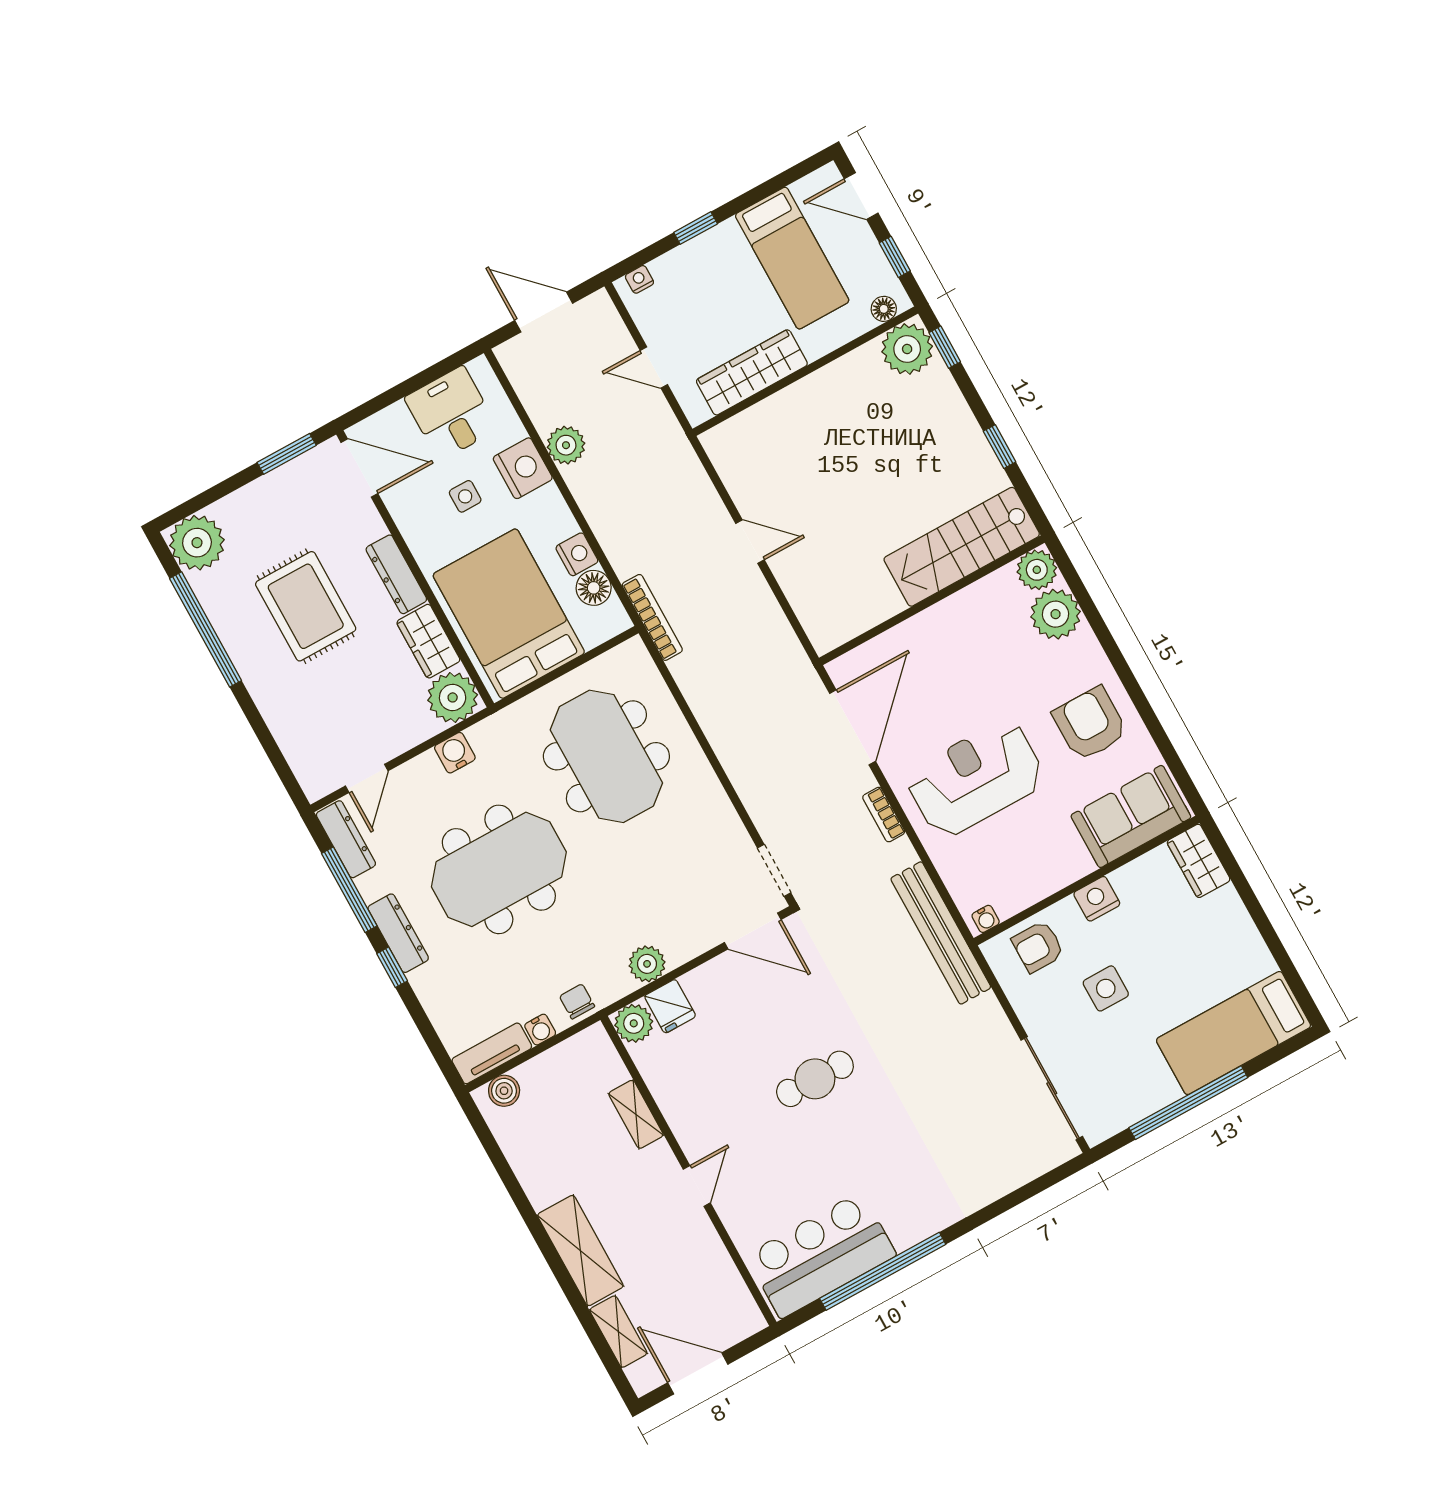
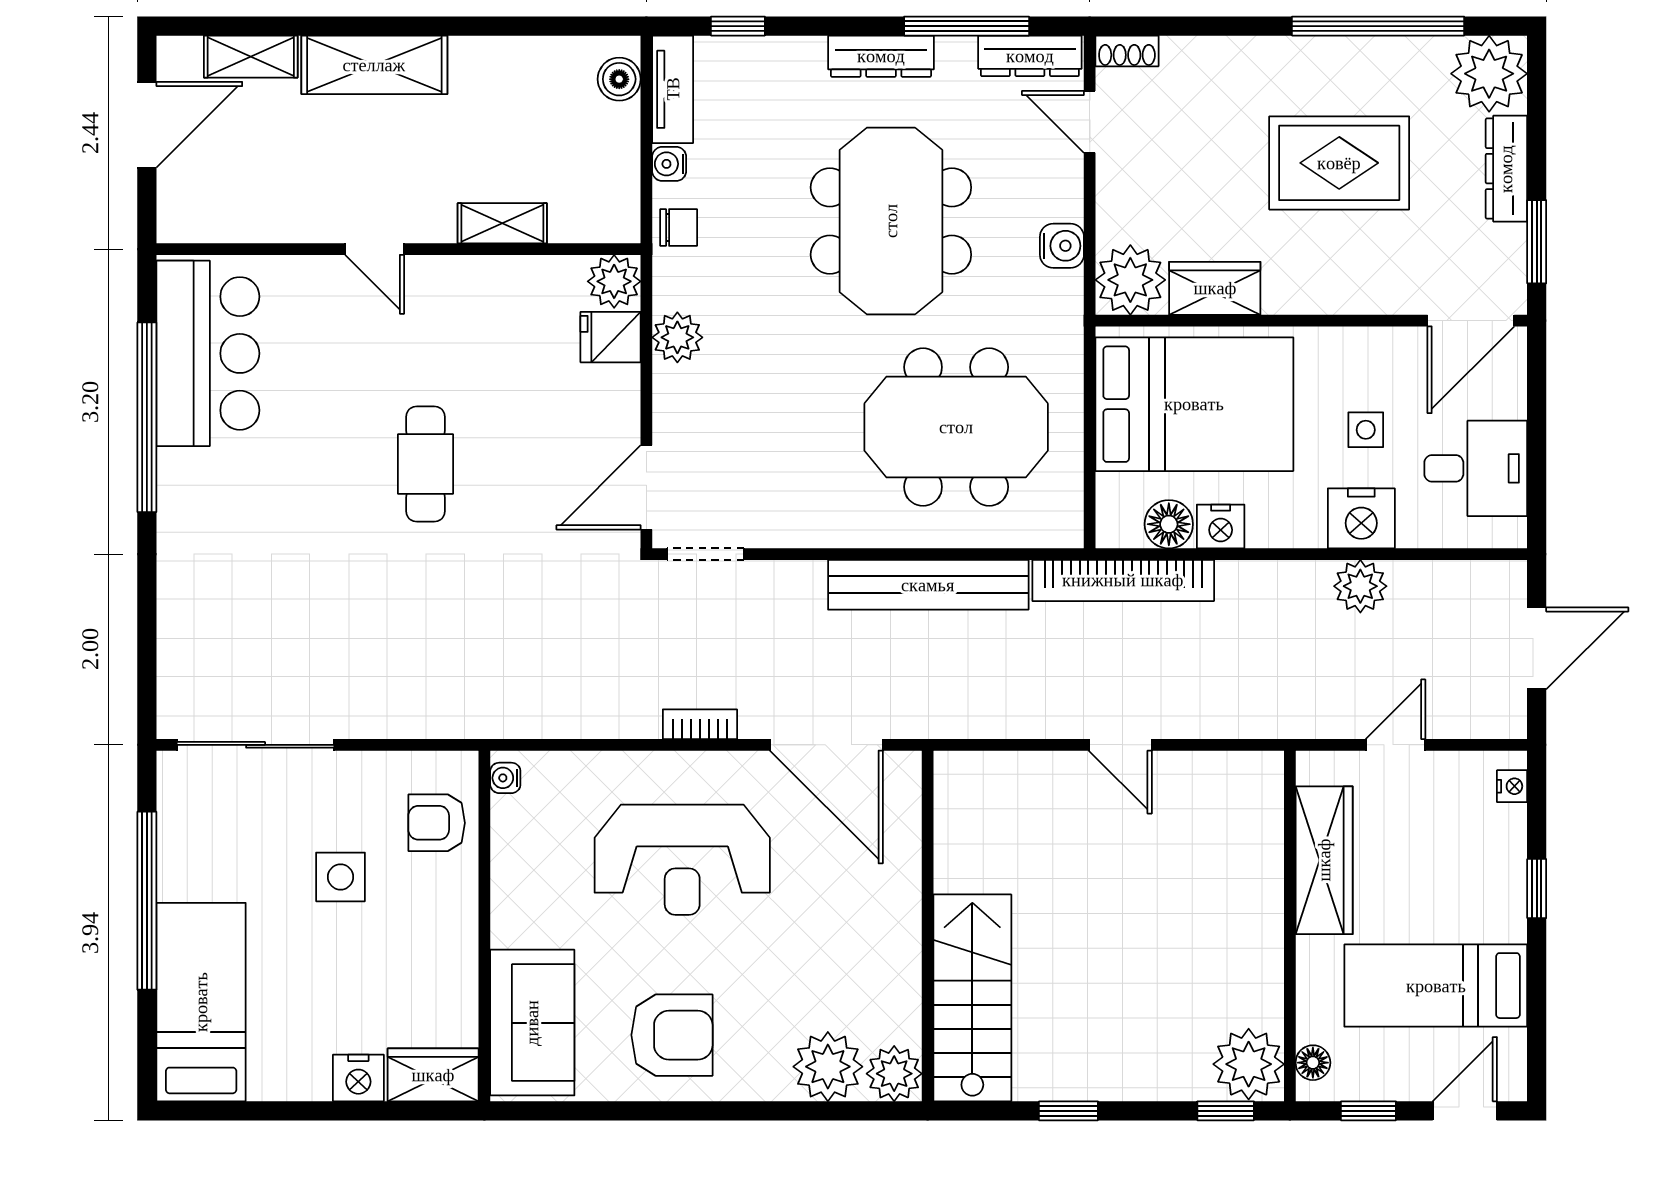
door: (750, 542) -> (1120, 745), hinge flipped
dresser: (396, 574) -> (1506, 169), moved, turned -90
bookcase: (652, 617) -> (1123, 580), width x1.48, depth x1.31
reception desk: (976, 778) -> (682, 860), turned 90
shoe rack: (309, 780) -> (1127, 51), added
nightstand: (1097, 899) -> (358, 1078), moved, turned 90
bench: (941, 933) -> (928, 585), moved
armchair: (1038, 947) -> (437, 823), turned -90
window: (392, 967) -> (738, 26), moved

